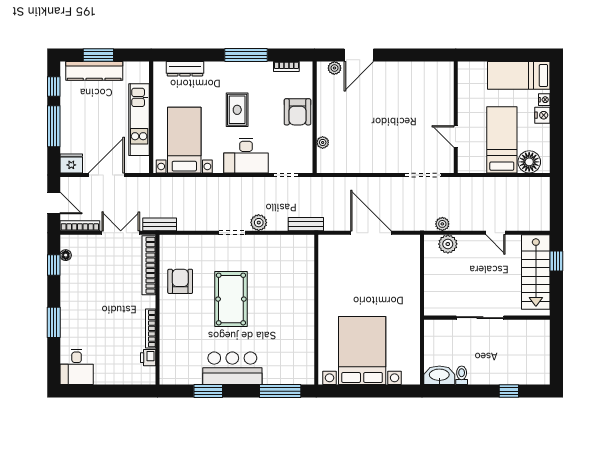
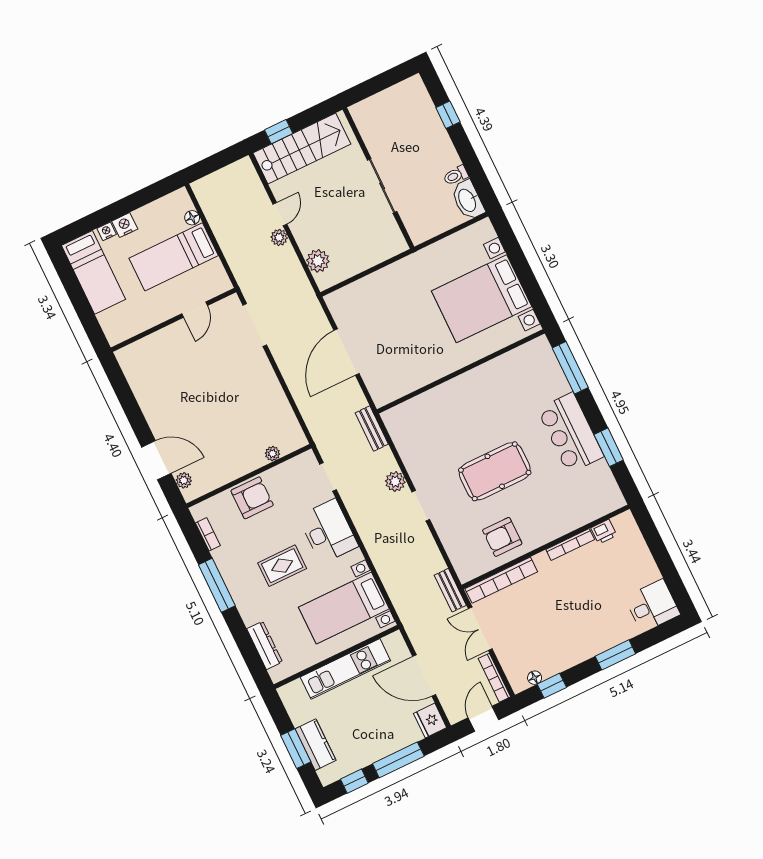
kitchen counter: (94, 71) -> (316, 745), width x0.67
floor lamp: (529, 162) -> (192, 218), width x0.53, depth x0.53
plant: (442, 224) -> (279, 237), moved

